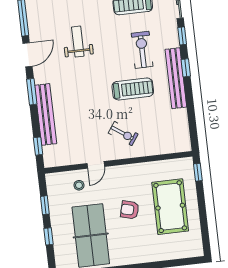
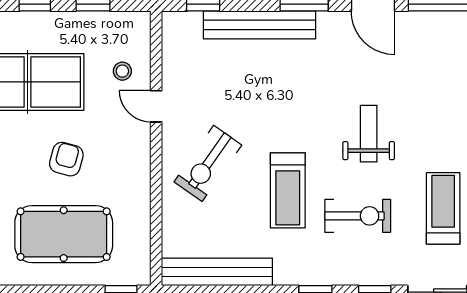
weight bench: (78, 42) -> (369, 134), moved, turned -90
bench: (176, 78) -> (217, 272), moved
exercise bike: (123, 134) -> (208, 163), width x1.38, depth x1.39

